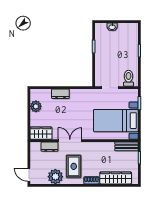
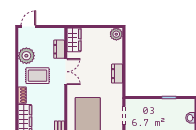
dresser: (60, 94) -> (117, 74), moved
plant: (36, 106) -> (116, 34), moved

